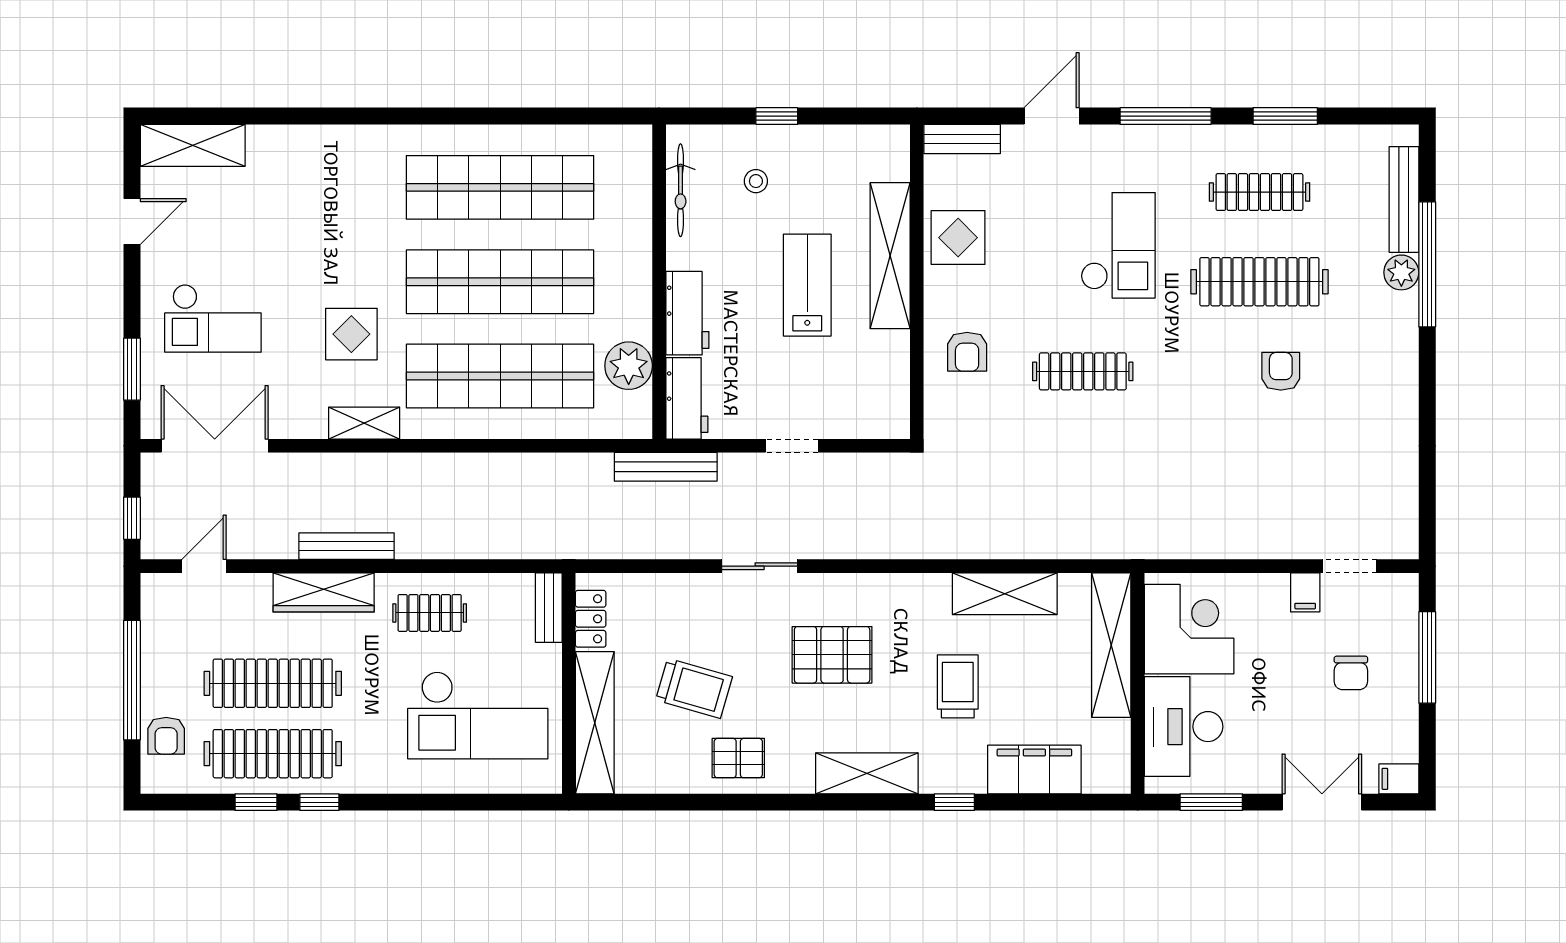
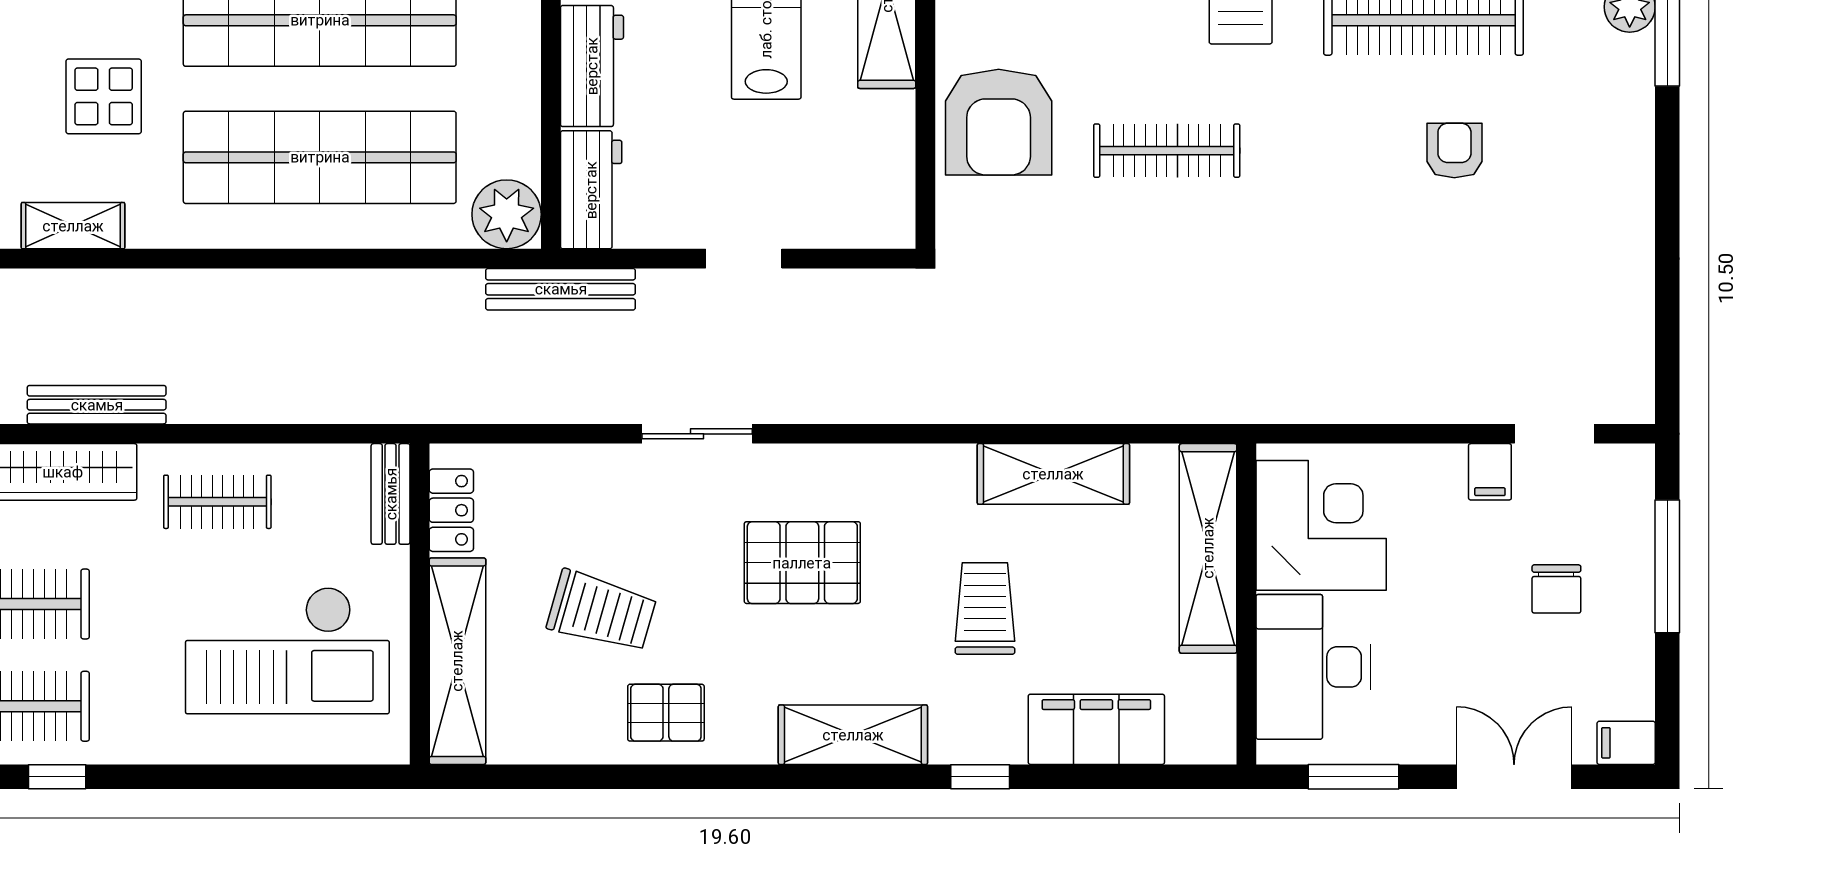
armchair: (967, 352) -> (999, 122), width x1.88, depth x1.88
plant: (629, 366) -> (507, 214), moved
shelving: (364, 423) -> (73, 226), moved

